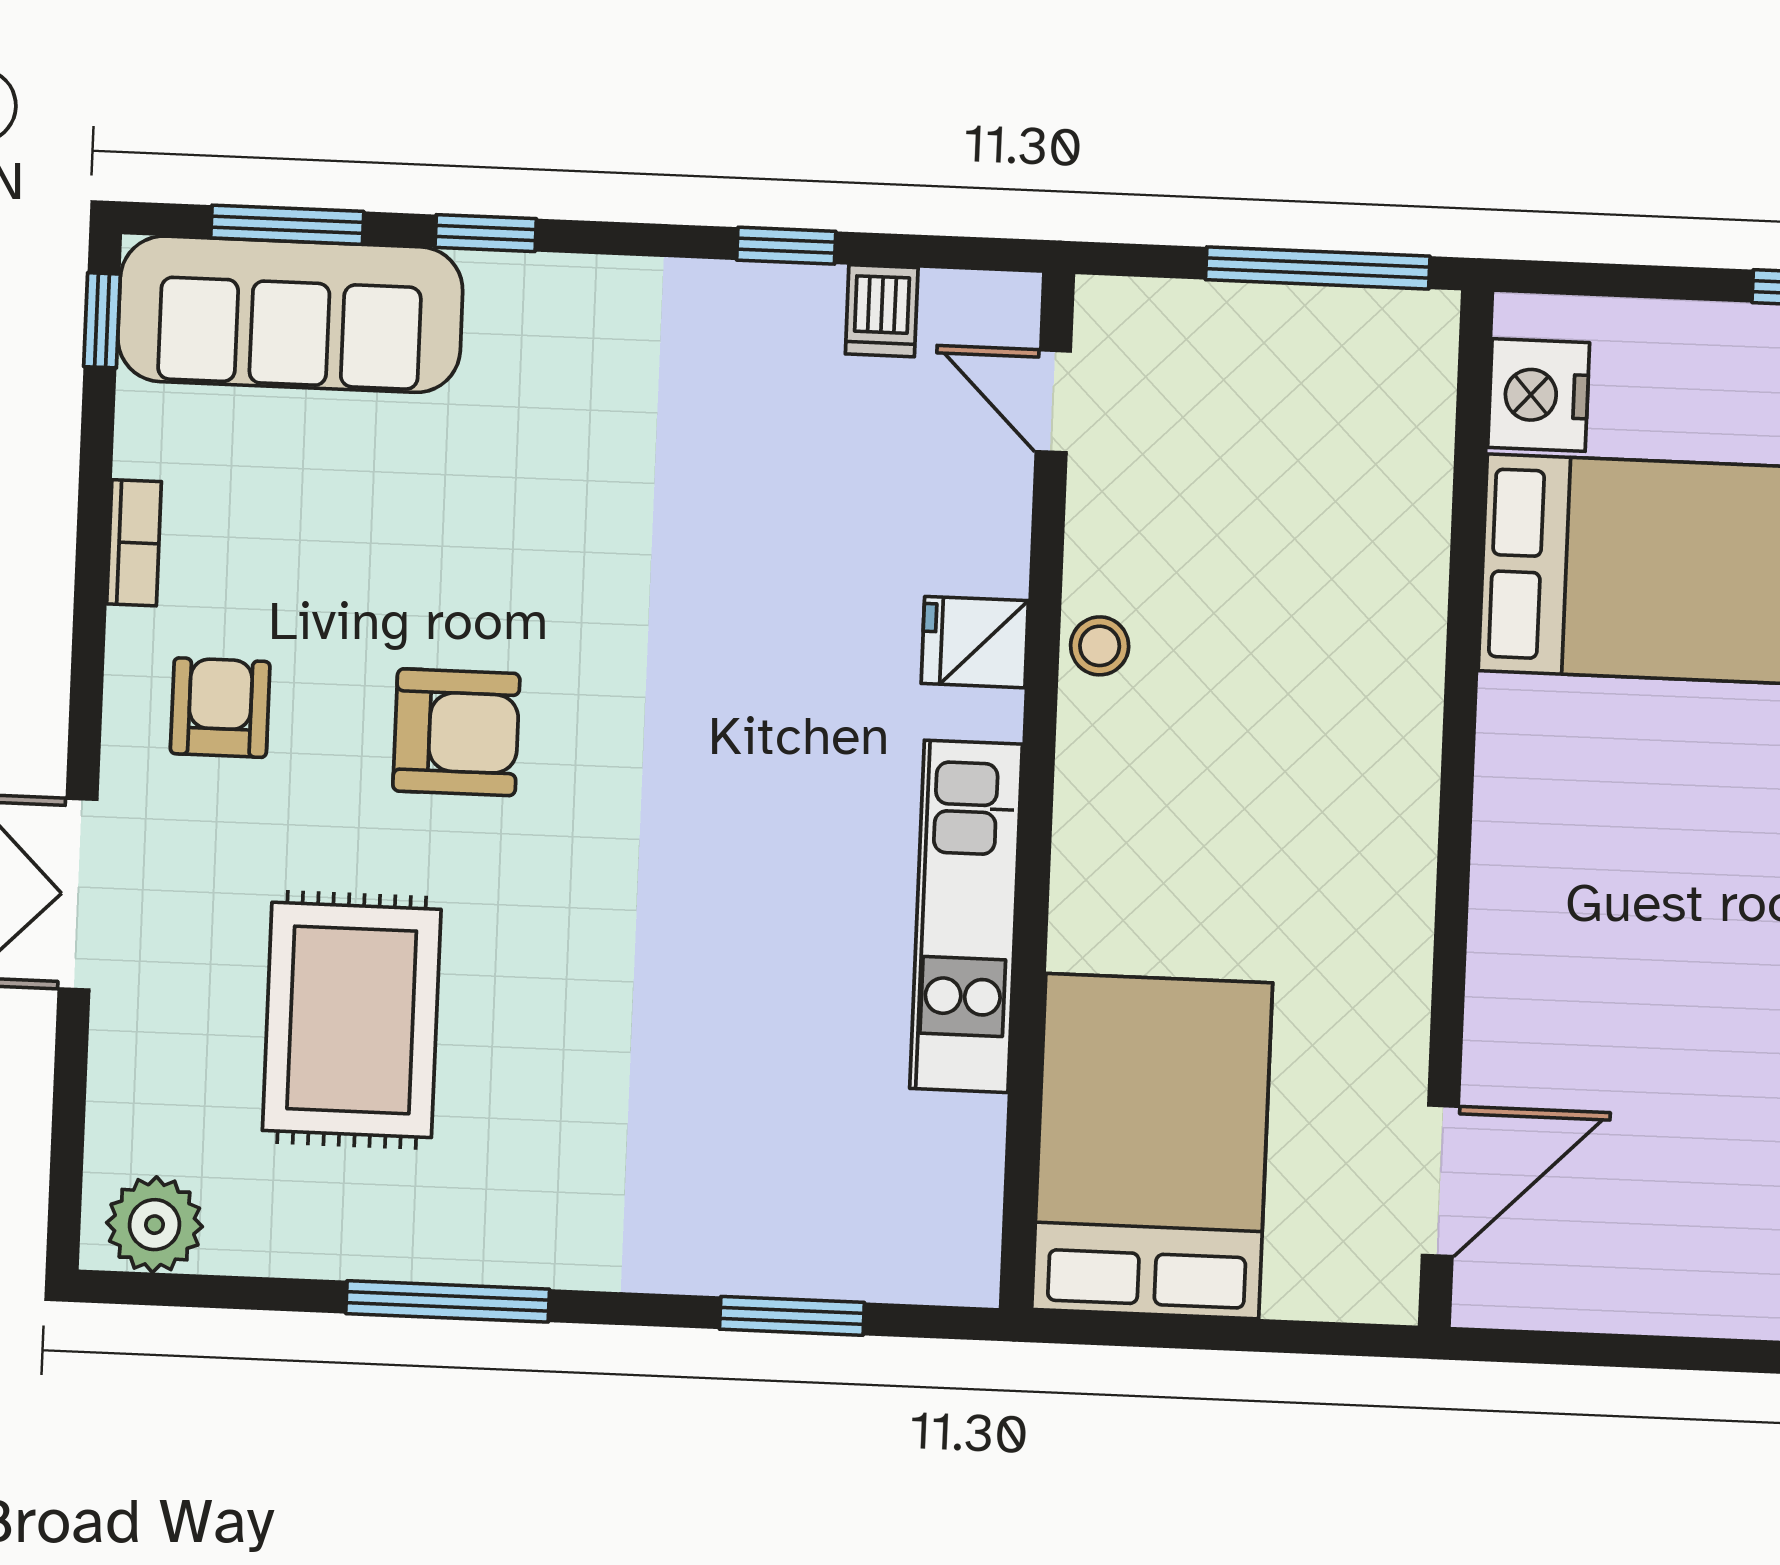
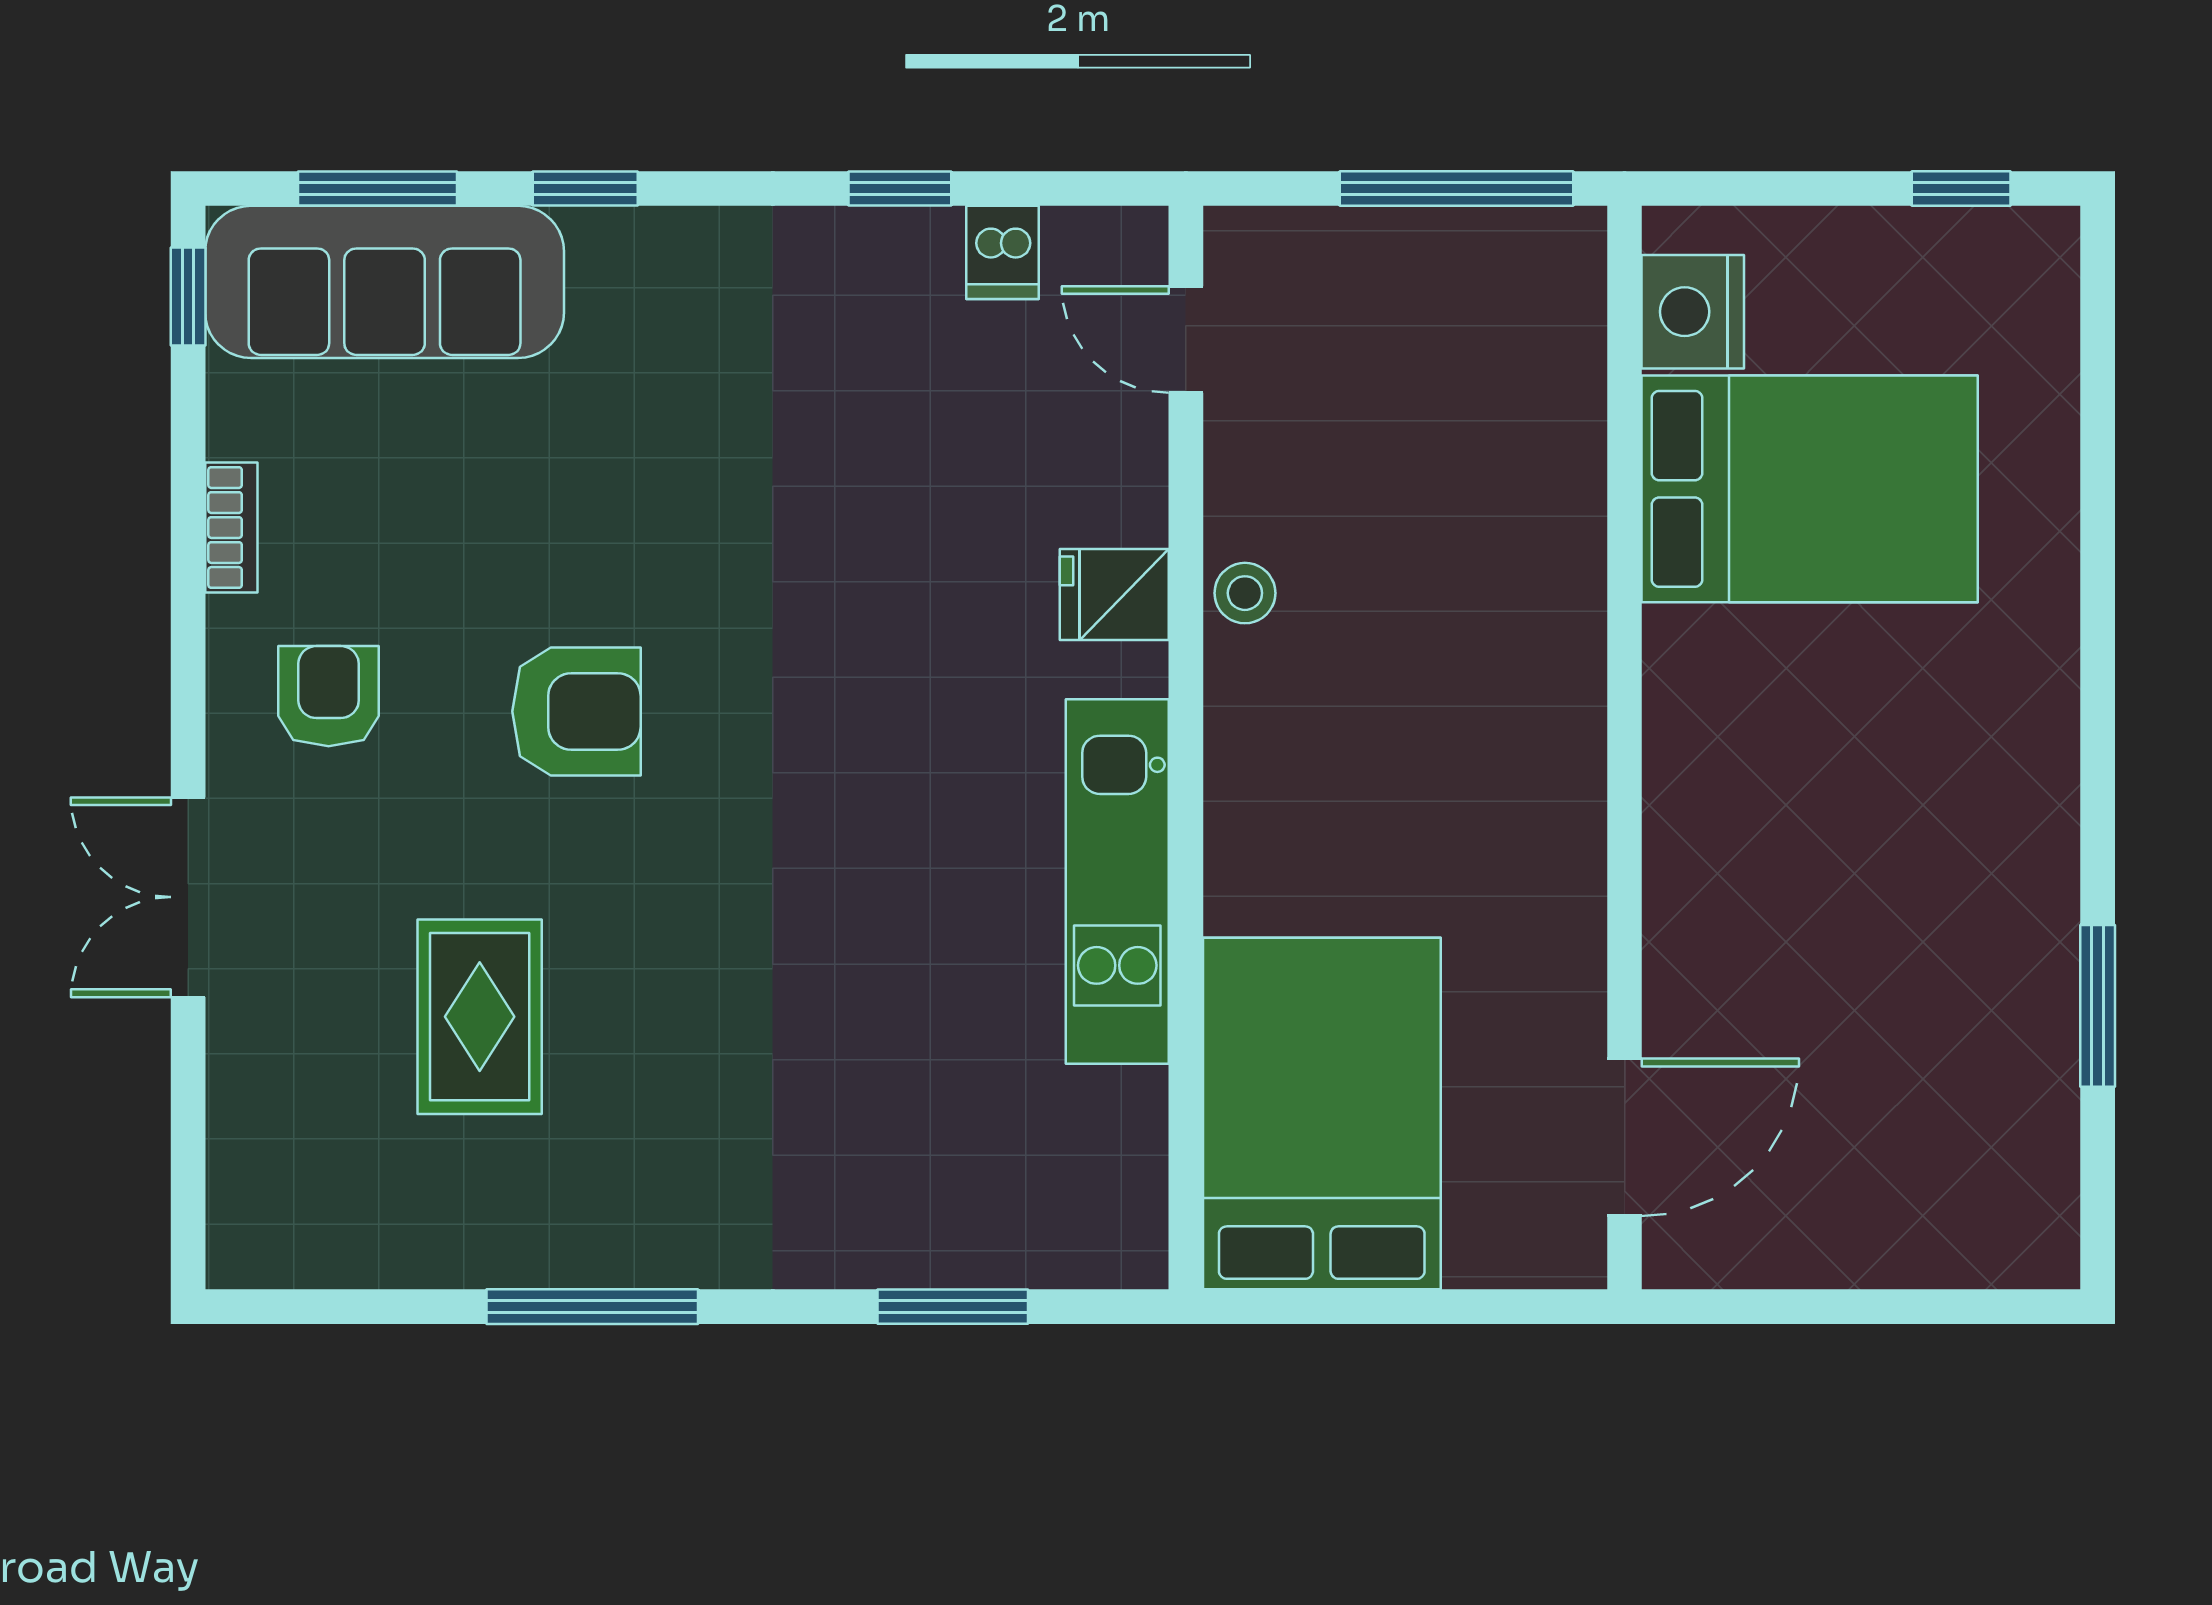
rug: (352, 1020) -> (480, 1017), width x0.73, depth x0.70
plant: (154, 1225) -> (283, 1239), removed

